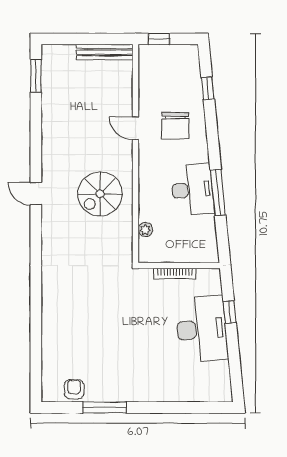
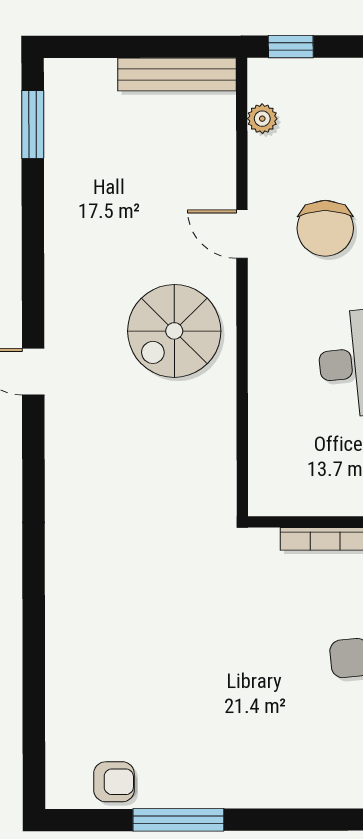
spiral stairs: (100, 194) -> (174, 331), moved
plant: (145, 230) -> (262, 119), moved
armchair: (74, 389) -> (114, 782), turned 90

